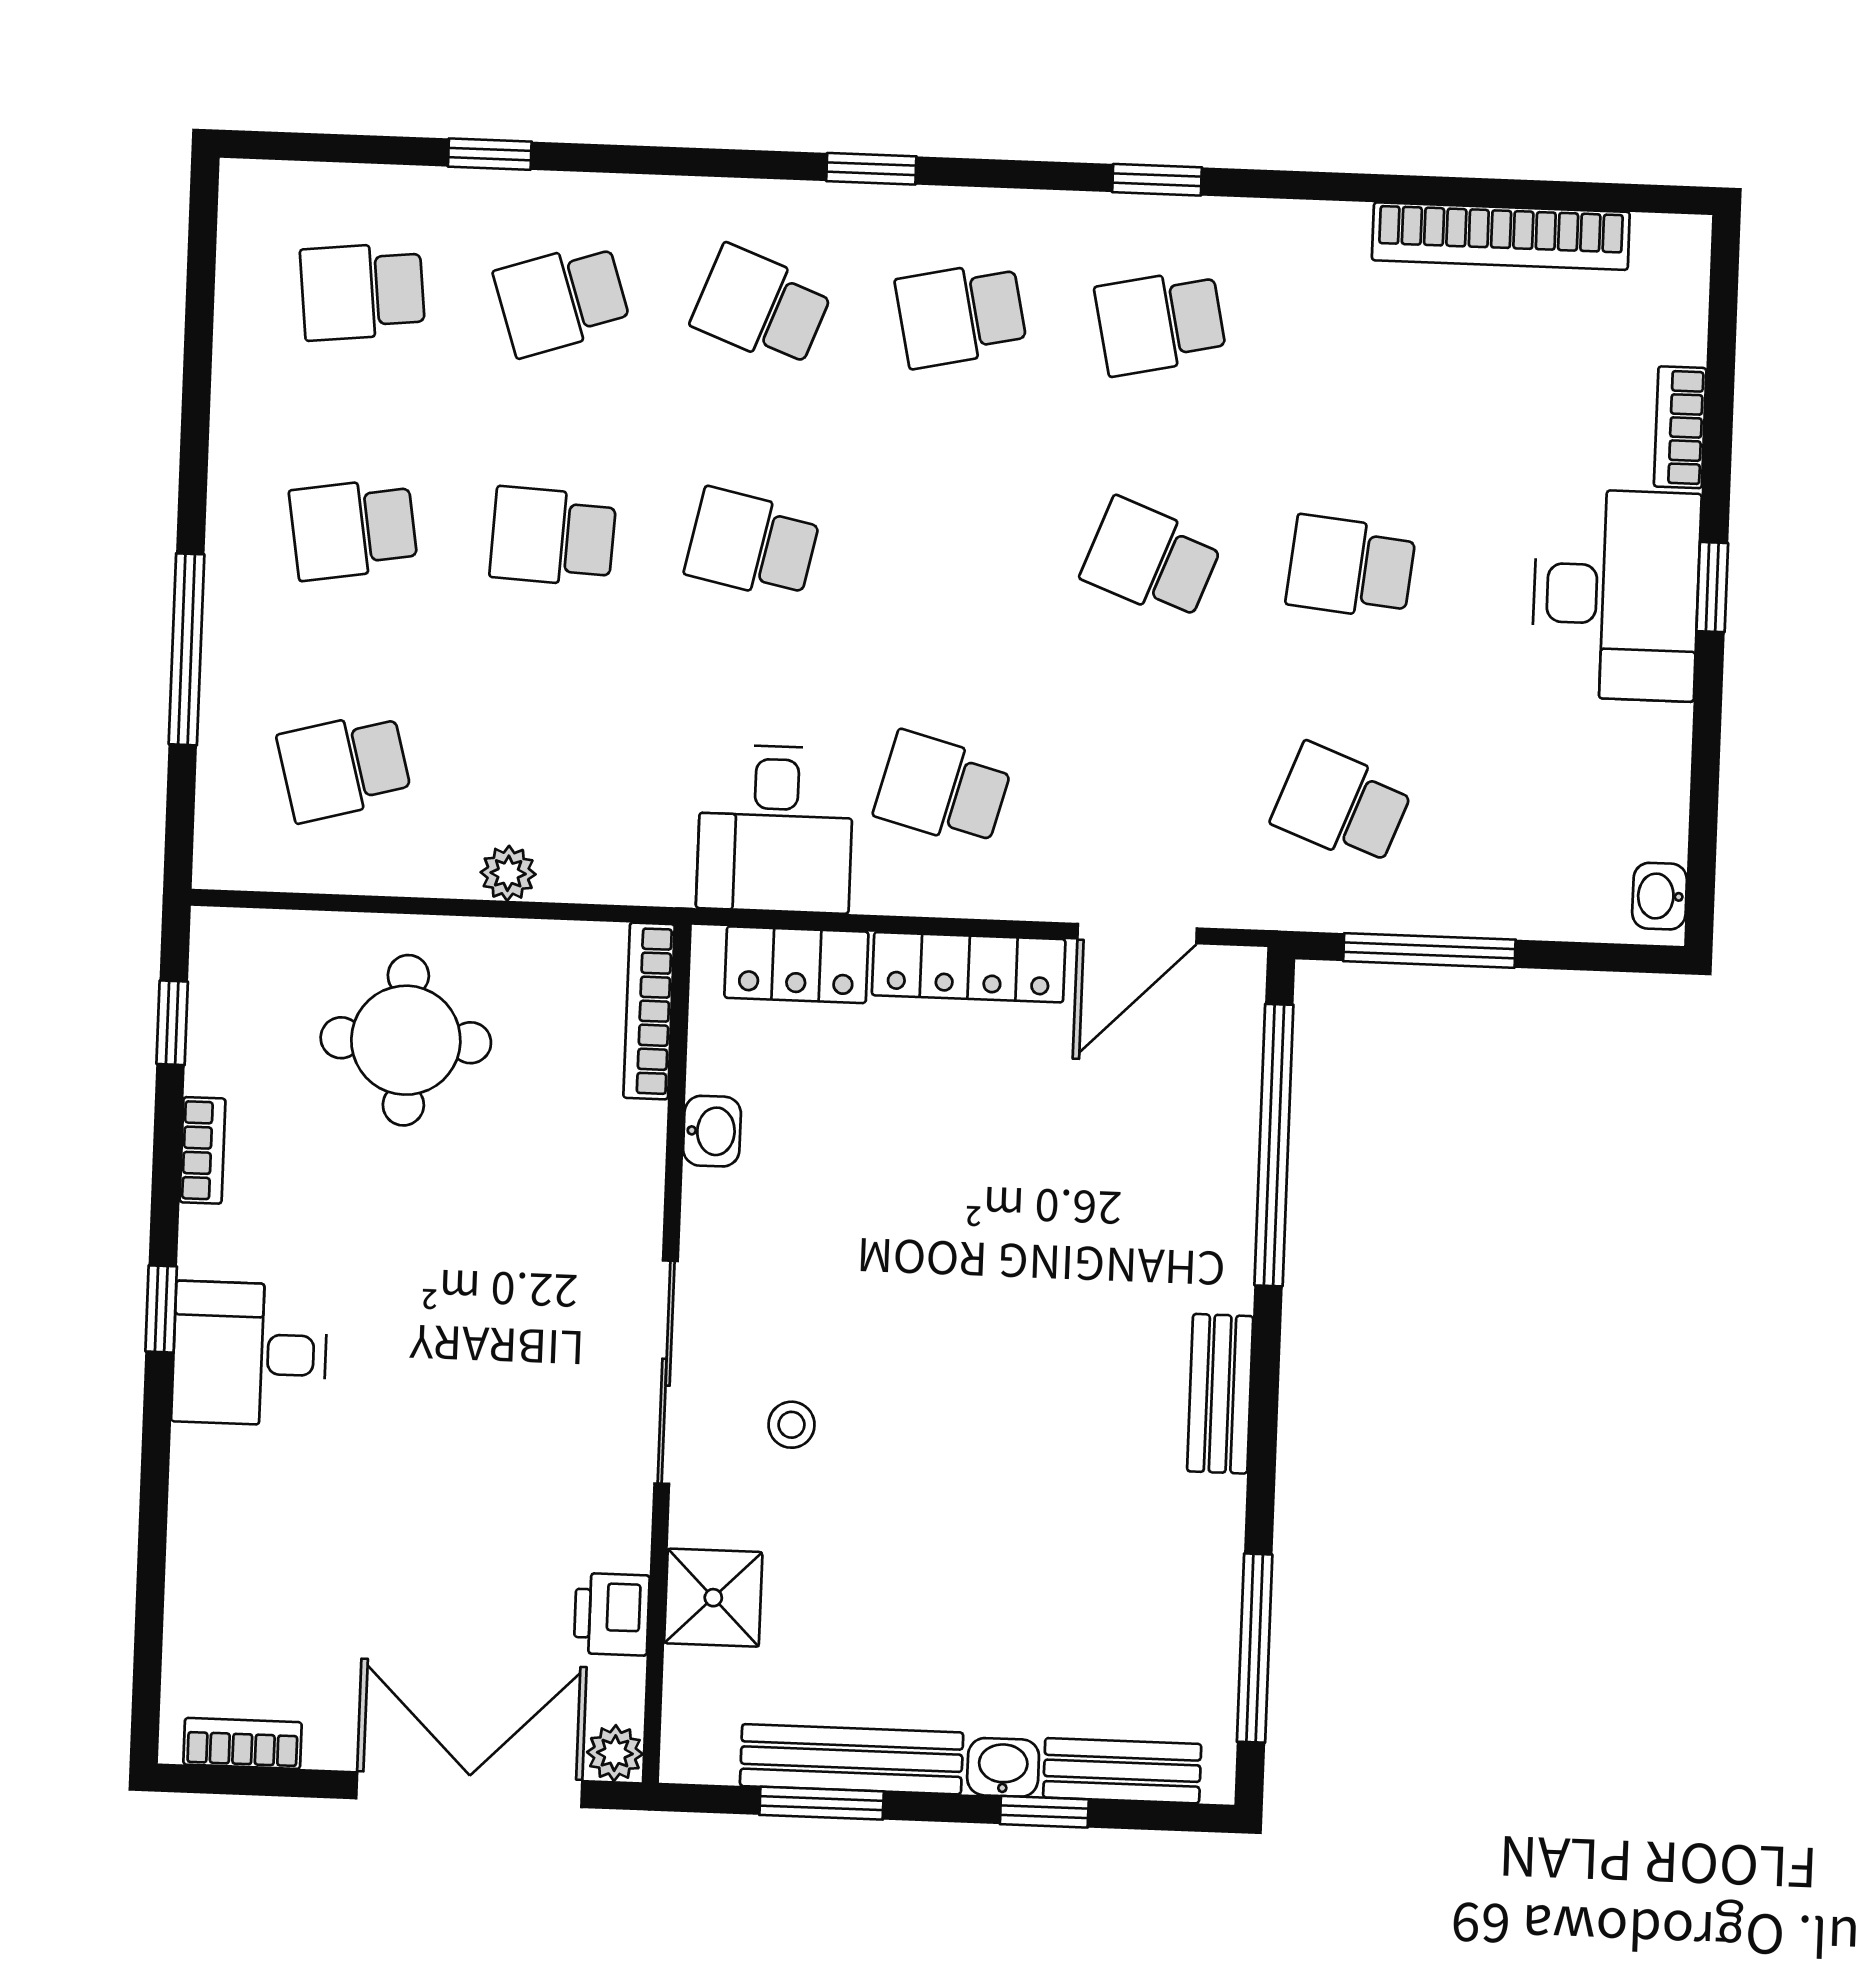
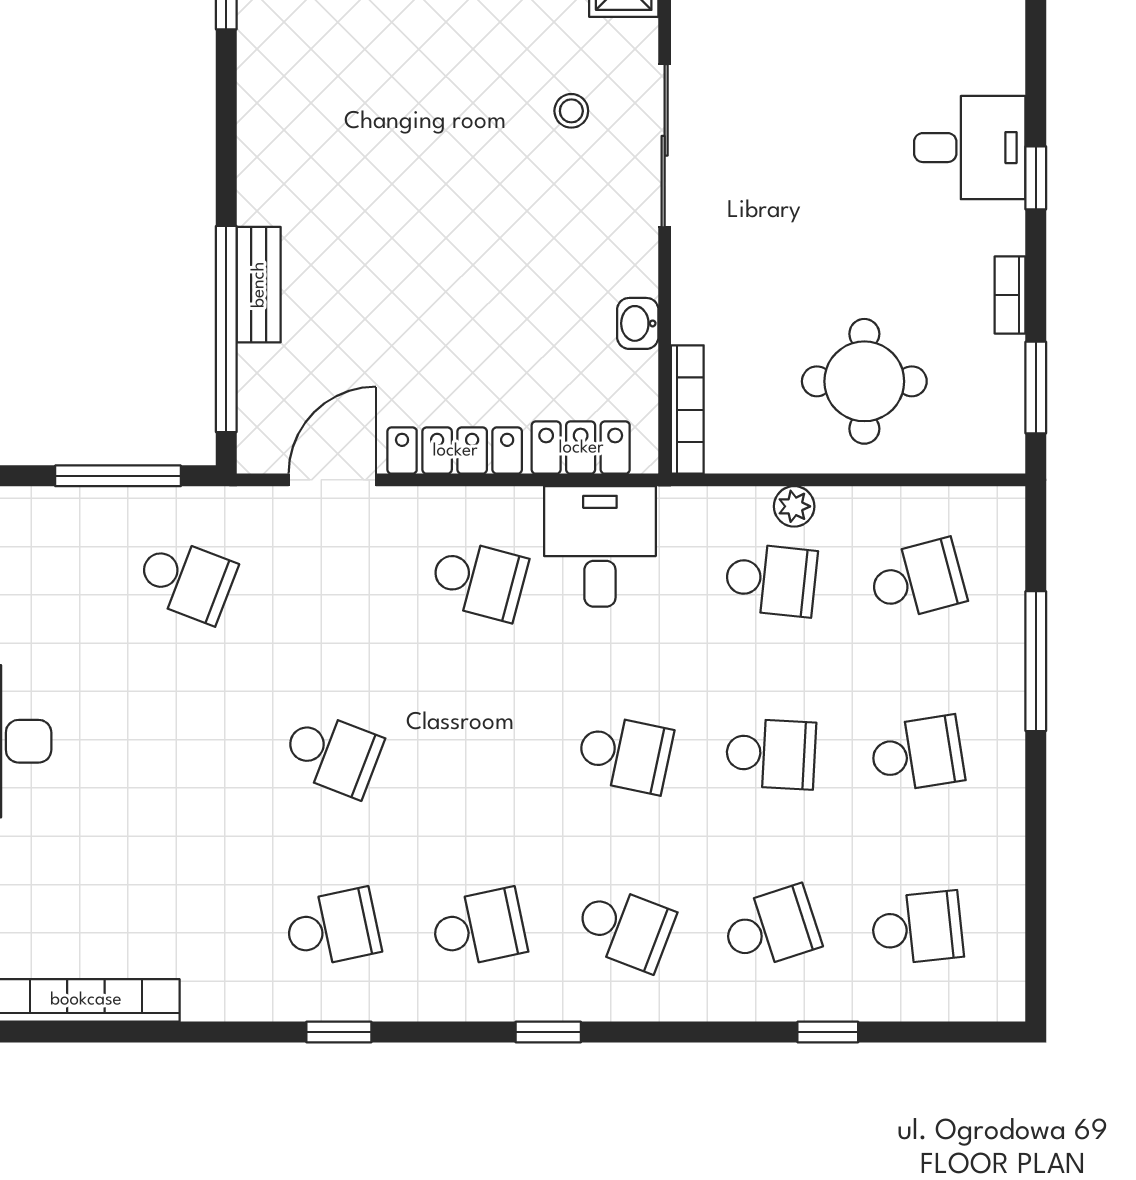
school desk: (1351, 567) -> (771, 580), moved
window: (172, 1023) -> (1036, 388), width x1.50
bench: (1220, 1394) -> (259, 285), moved

